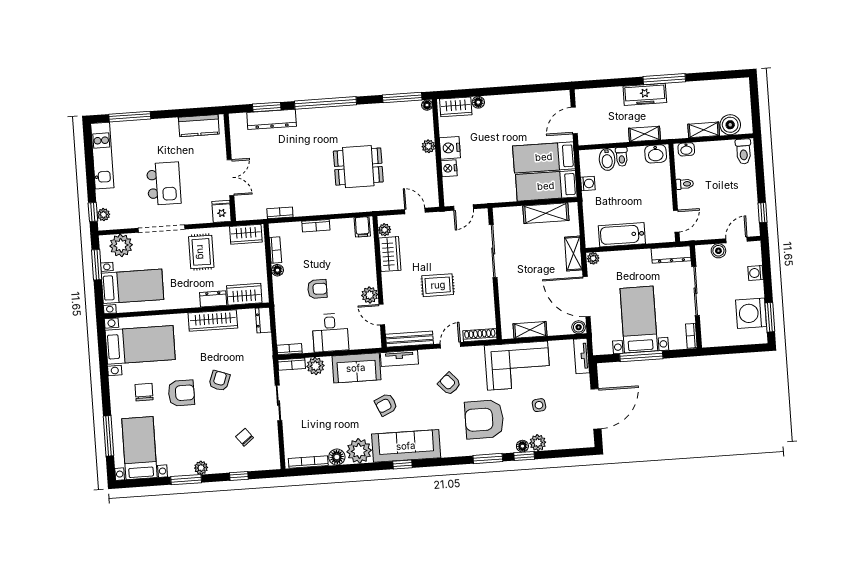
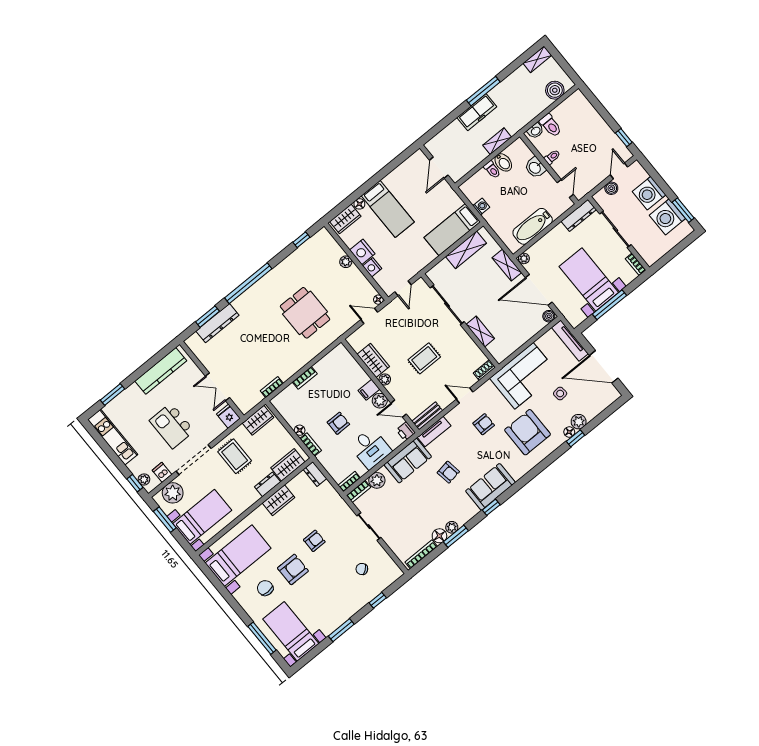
window: (402, 98) -> (301, 240), width x0.46
floor lamp: (427, 105) -> (378, 300), moved
window: (130, 117) -> (112, 394), width x0.69
kitchen counter: (199, 126) -> (161, 371), width x1.50
shelving: (704, 130) -> (537, 59), moved
toilet: (743, 151) -> (551, 125), moved
washbasin: (656, 154) -> (535, 168), moved, turned 90
bed: (544, 157) -> (388, 209), moved, turned -90
bidet: (607, 159) -> (503, 162), moved
dining table: (358, 167) -> (305, 313), turned 90
double door: (231, 178) -> (218, 387), swing flipped
kitchen island: (164, 184) -> (172, 426), turned 180
dishwasher: (125, 220) -> (162, 472), added
filing cabinet: (362, 227) -> (369, 390), moved, turned 90
plant: (385, 230) -> (385, 379), moved
bookcase: (275, 250) -> (311, 444), moved
washing machine: (756, 273) -> (649, 193), width x1.89, depth x1.89
wardrobe: (213, 320) -> (278, 500), width x0.67
shelving: (530, 330) -> (480, 331), moved, turned 90
shoe rack: (480, 335) -> (484, 370), width x0.70
bench: (409, 339) -> (427, 416), width x0.73
printer: (374, 340) -> (406, 431), added
door: (450, 345) -> (465, 396), hinge flipped
tv unit: (582, 356) -> (570, 341), width x1.41
armchair: (219, 381) -> (314, 541), turned 70
armchair: (449, 384) -> (484, 424), turned 132
armchair: (386, 405) -> (448, 472), turned -75
door: (596, 409) -> (604, 367), swing flipped
armchair: (484, 419) -> (528, 432), turned 90
sofa: (406, 446) -> (490, 487), width x0.73
plant: (359, 451) -> (452, 527), width x0.53, depth x0.53
window: (488, 459) -> (456, 536), moved
plant: (201, 468) -> (346, 614), removed

